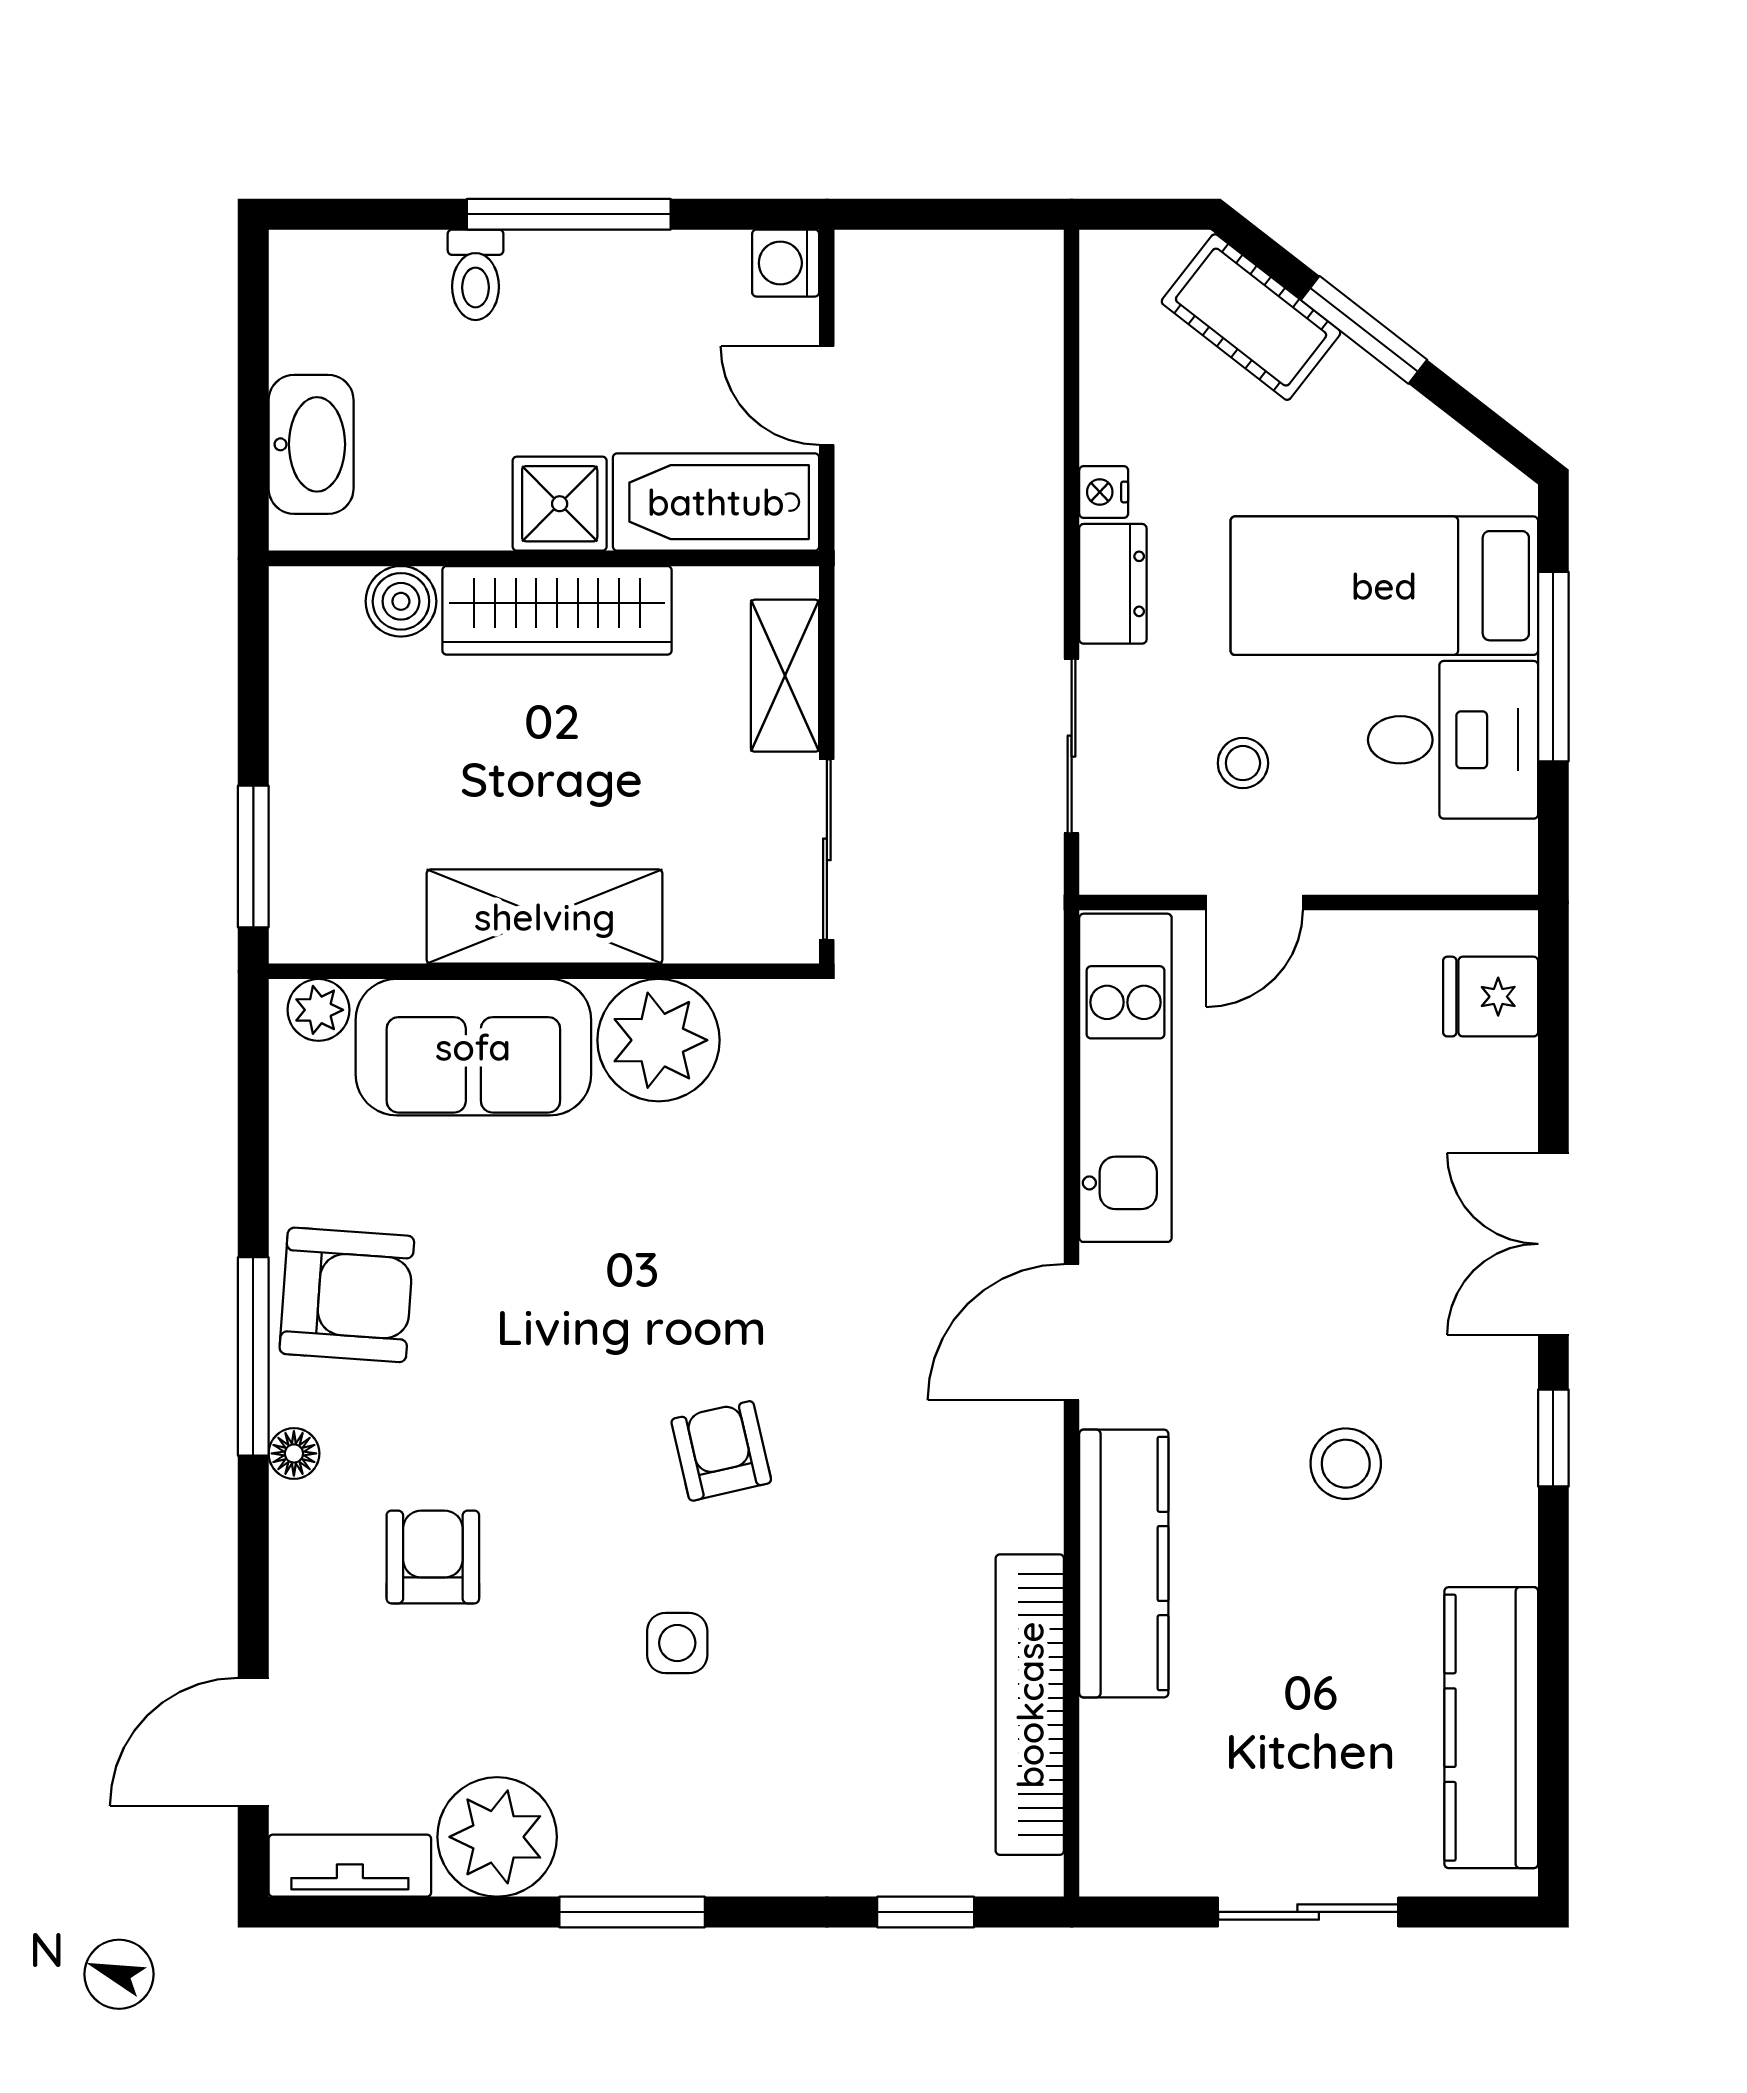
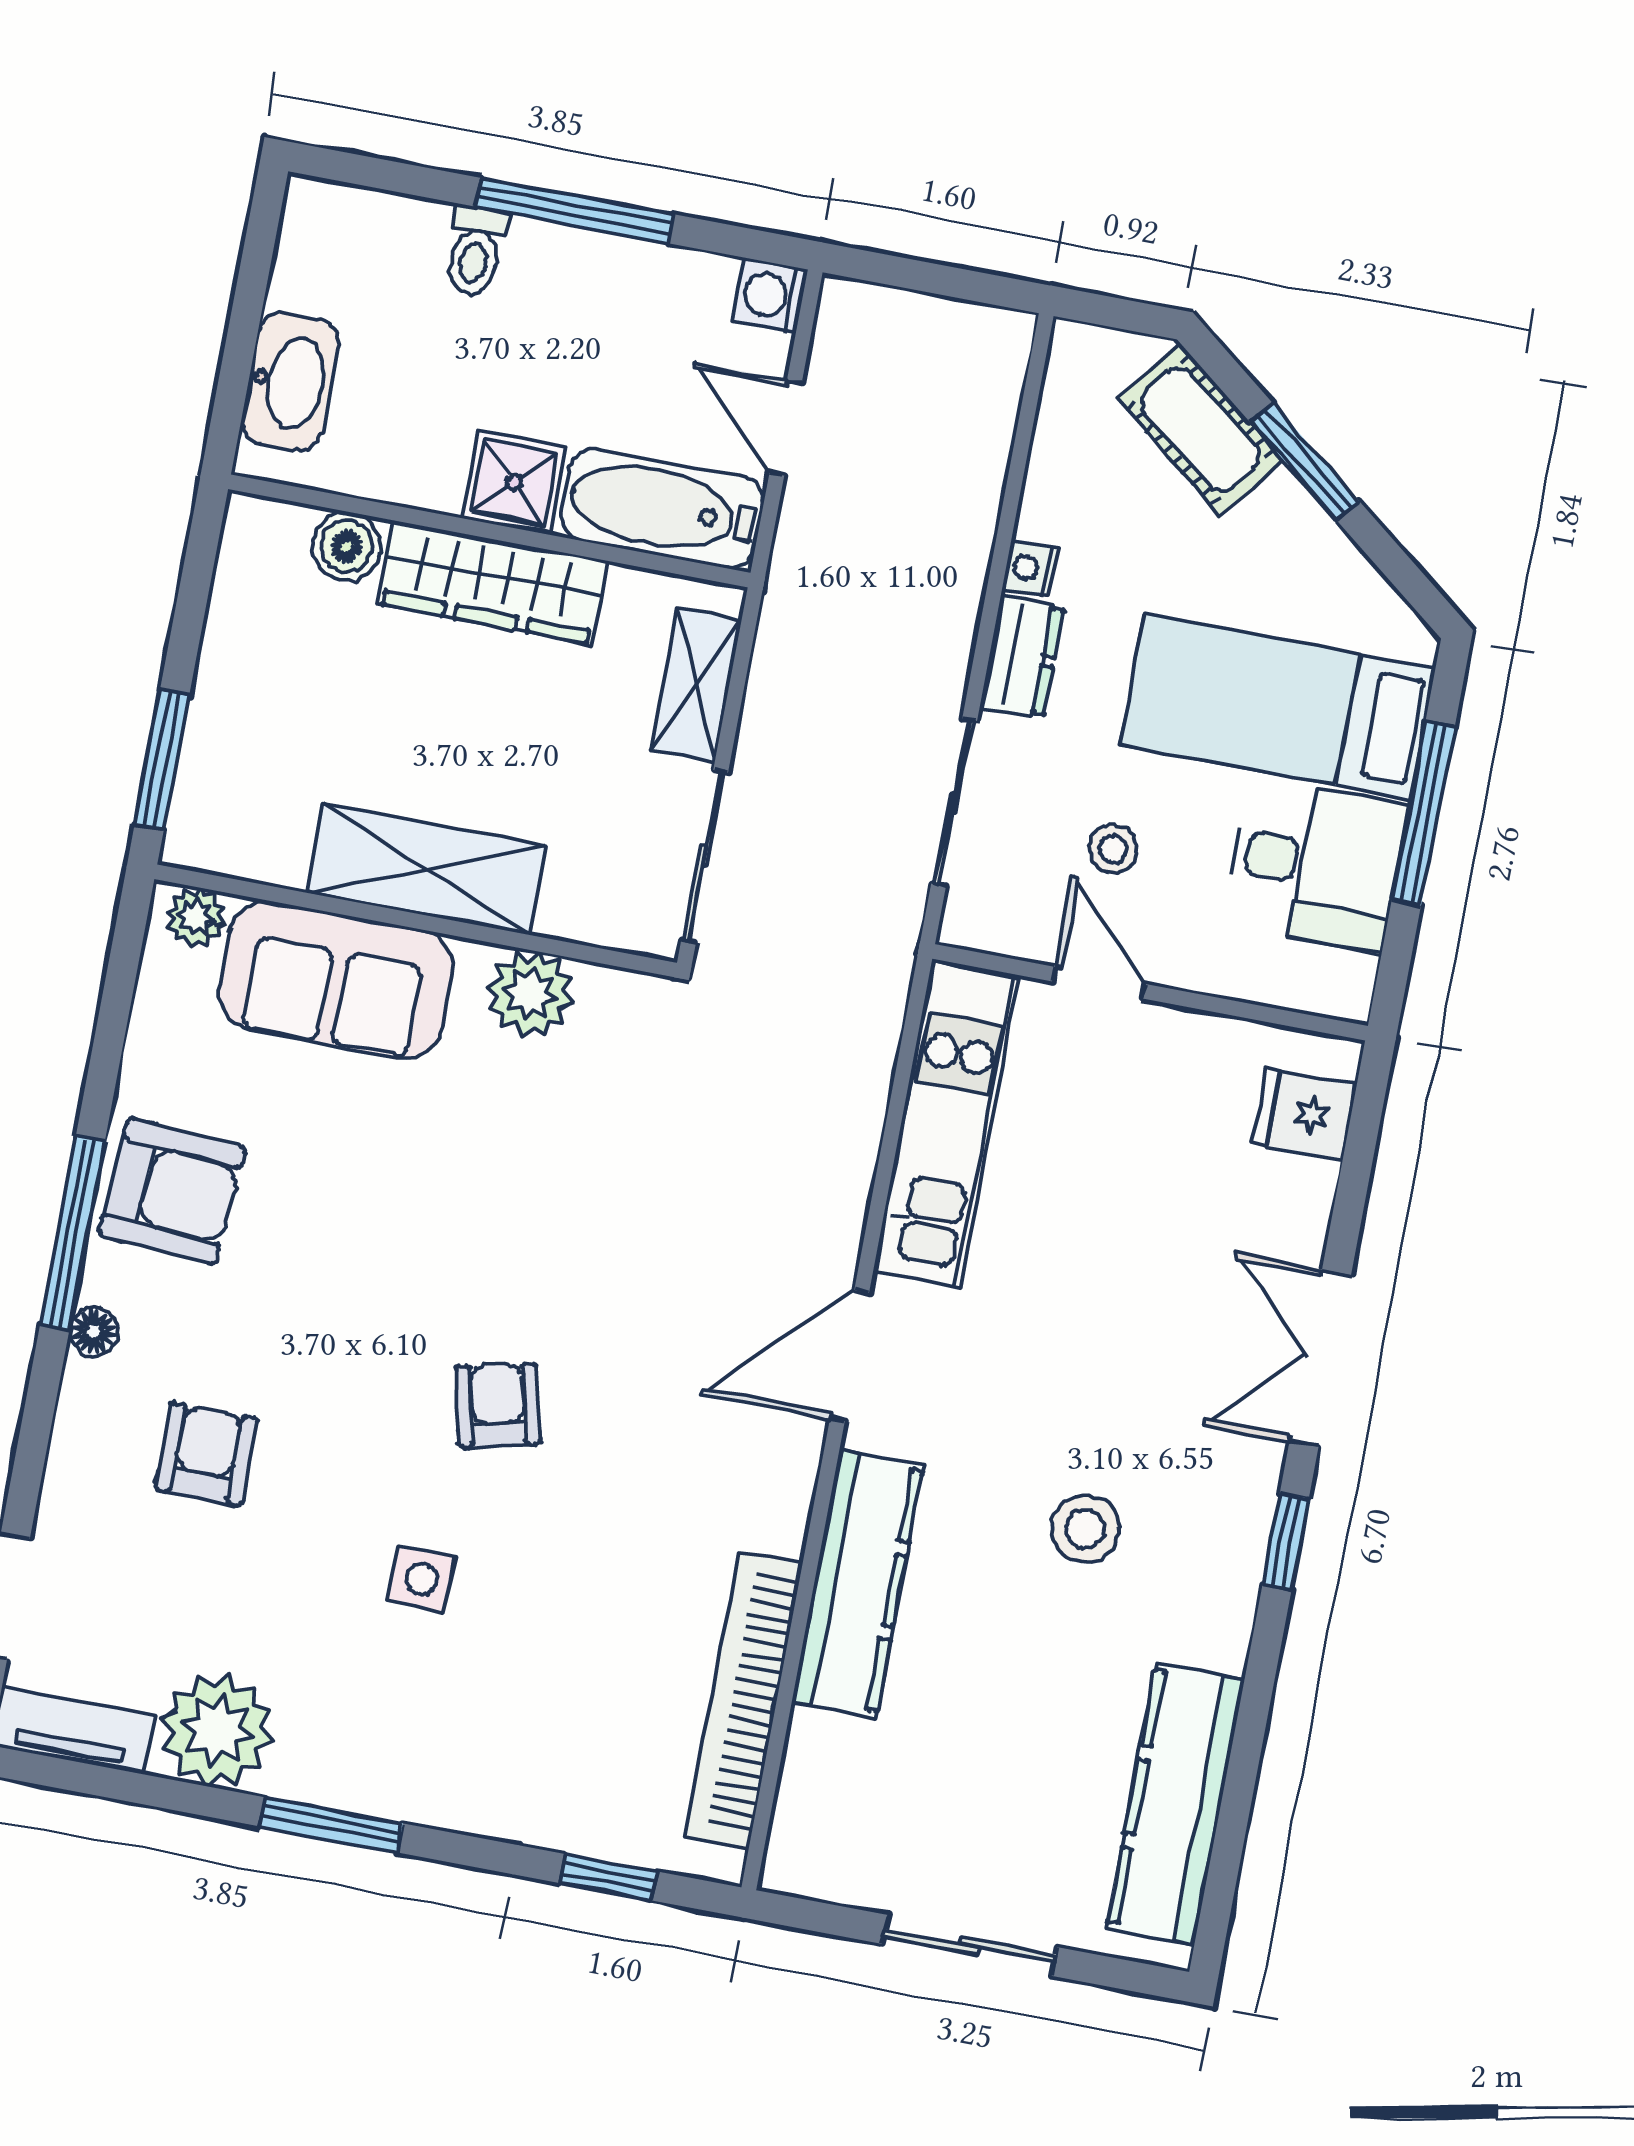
door: (1254, 903) -> (1099, 983), swing flipped
plant: (659, 1040) -> (530, 994), width x0.73, depth x0.73

